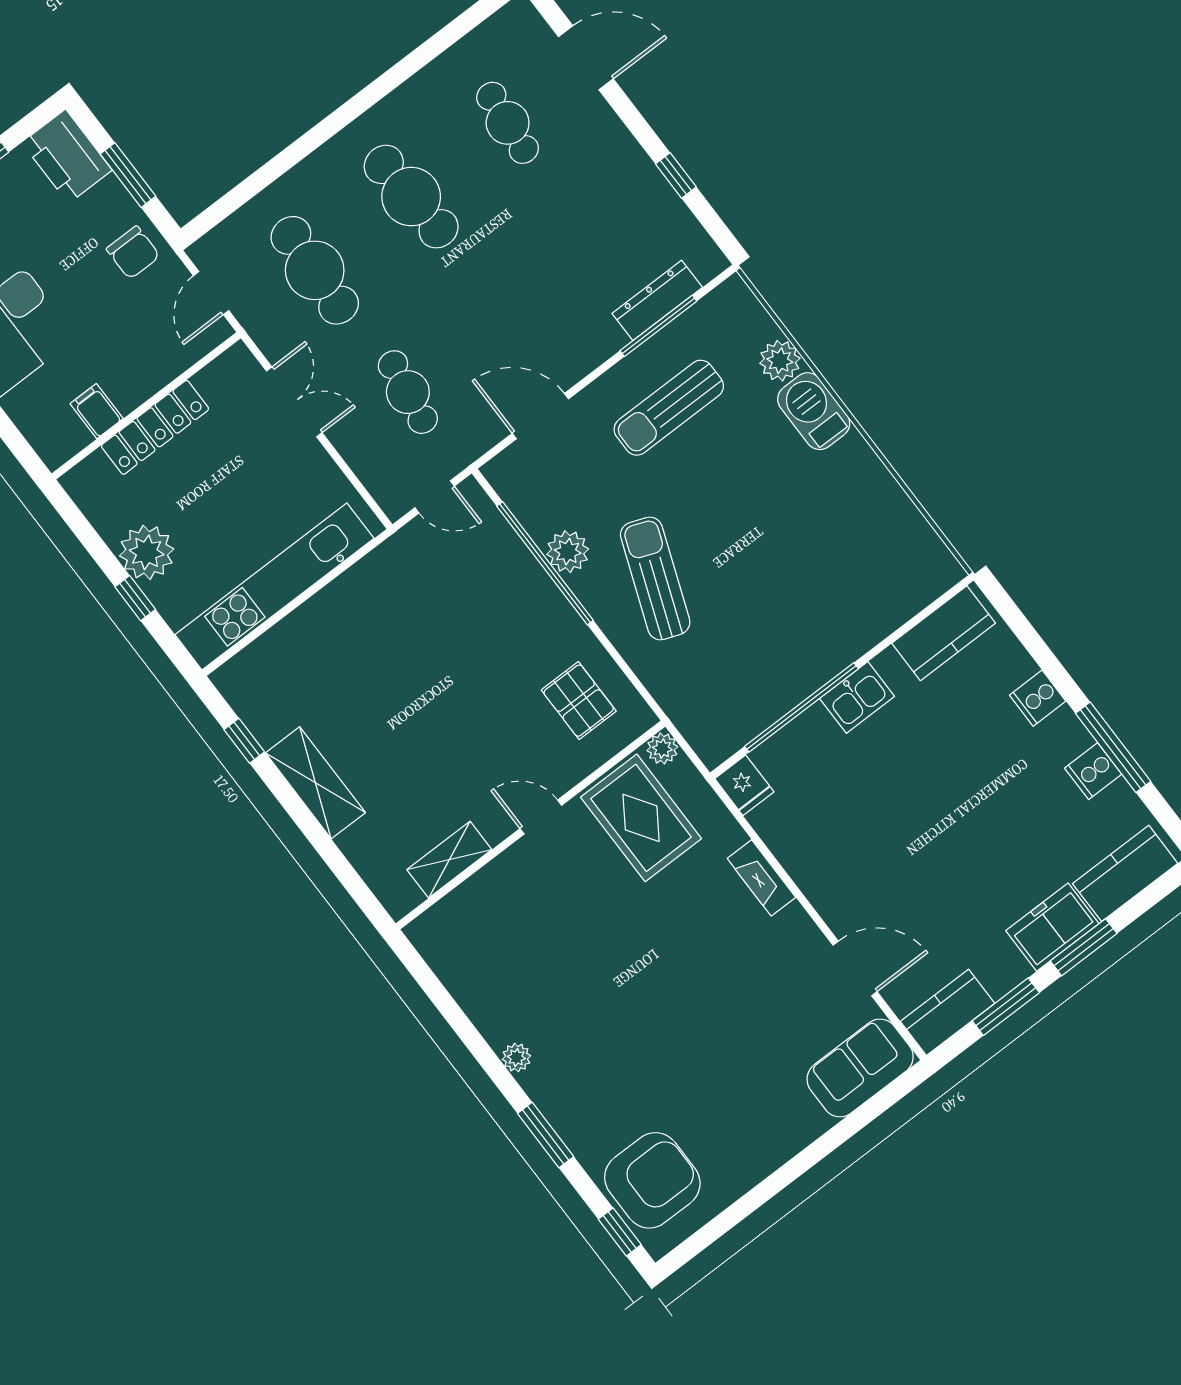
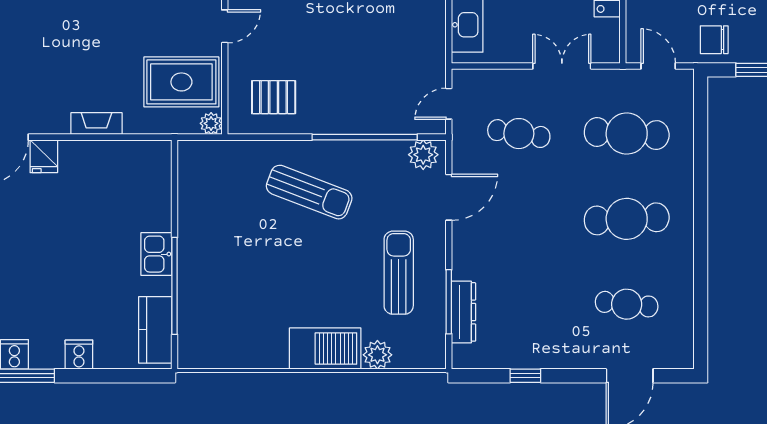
double door: (294, 402) -> (562, 66), swing flipped
barbecue: (814, 411) -> (325, 349), width x1.37, depth x1.21
plant: (568, 552) -> (423, 155), moved
window: (801, 707) -> (175, 286), moved
fridge: (744, 785) -> (44, 156), moved, turned -90

